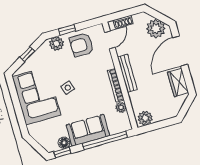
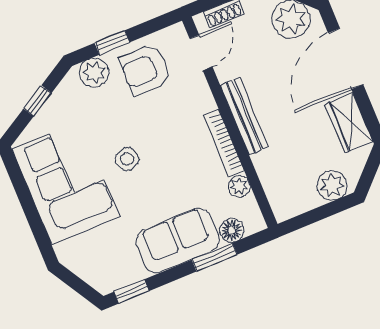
plant: (145, 118) -> (332, 185), moved
window: (105, 140) -> (214, 257), width x0.47
floor lamp: (64, 143) -> (232, 230), moved

